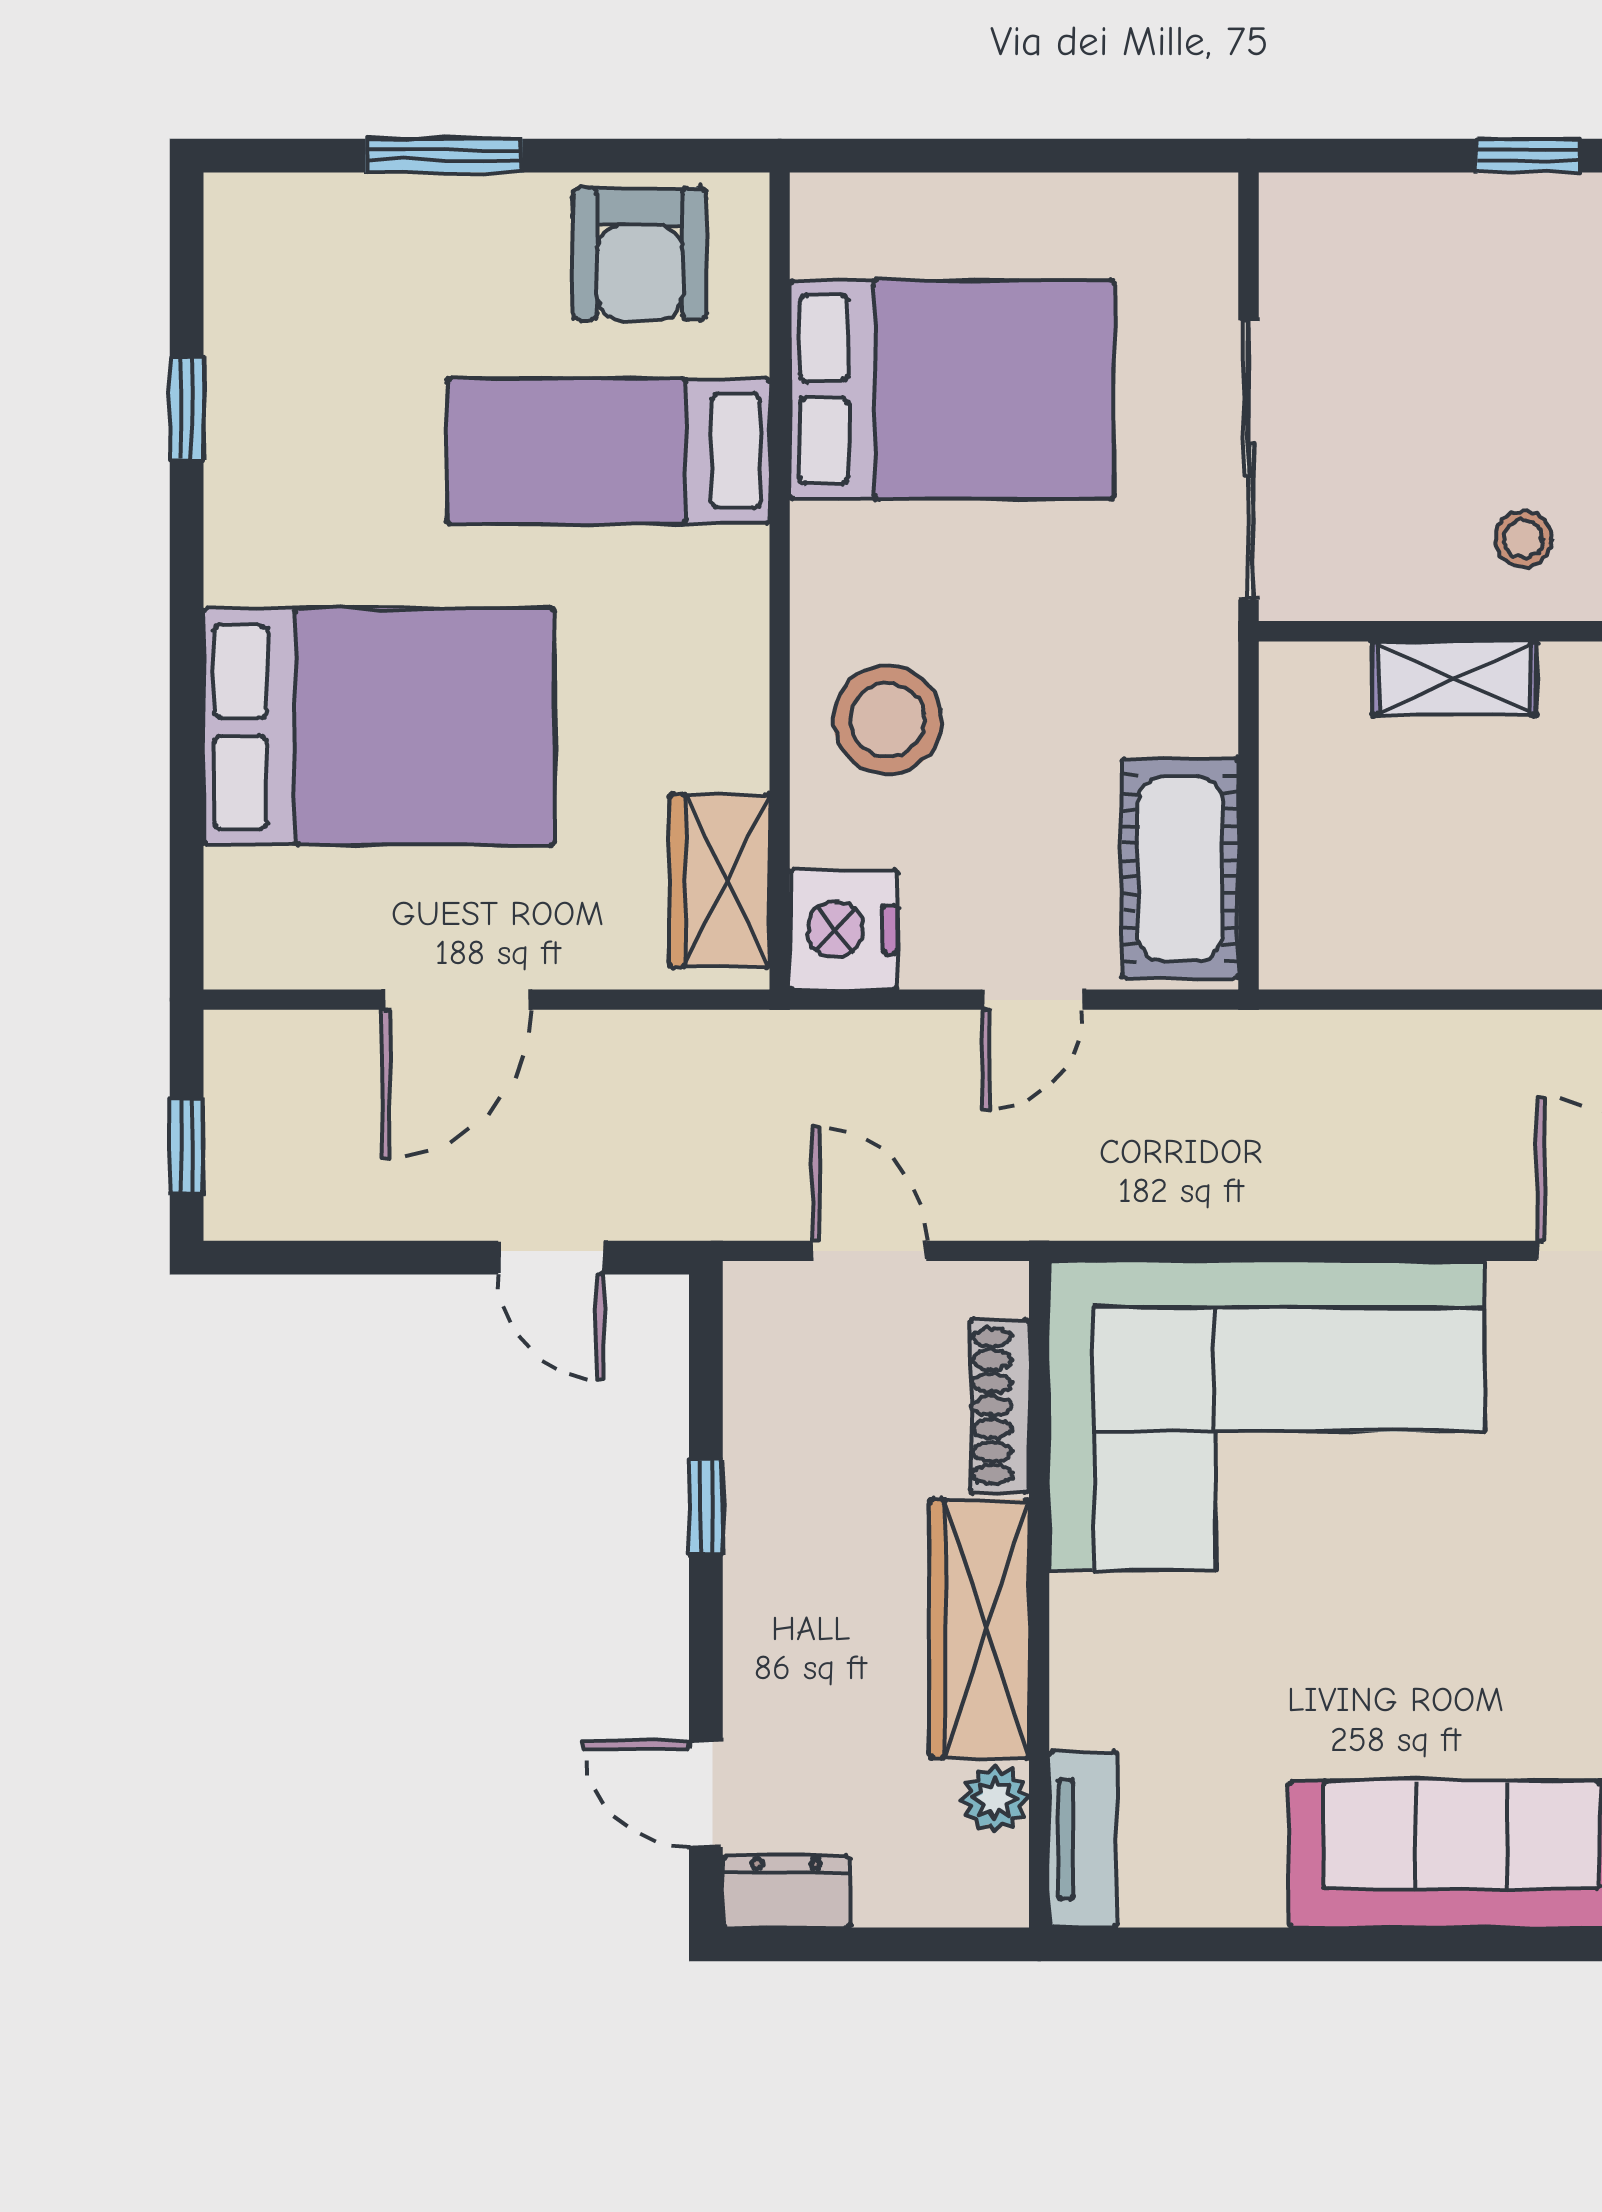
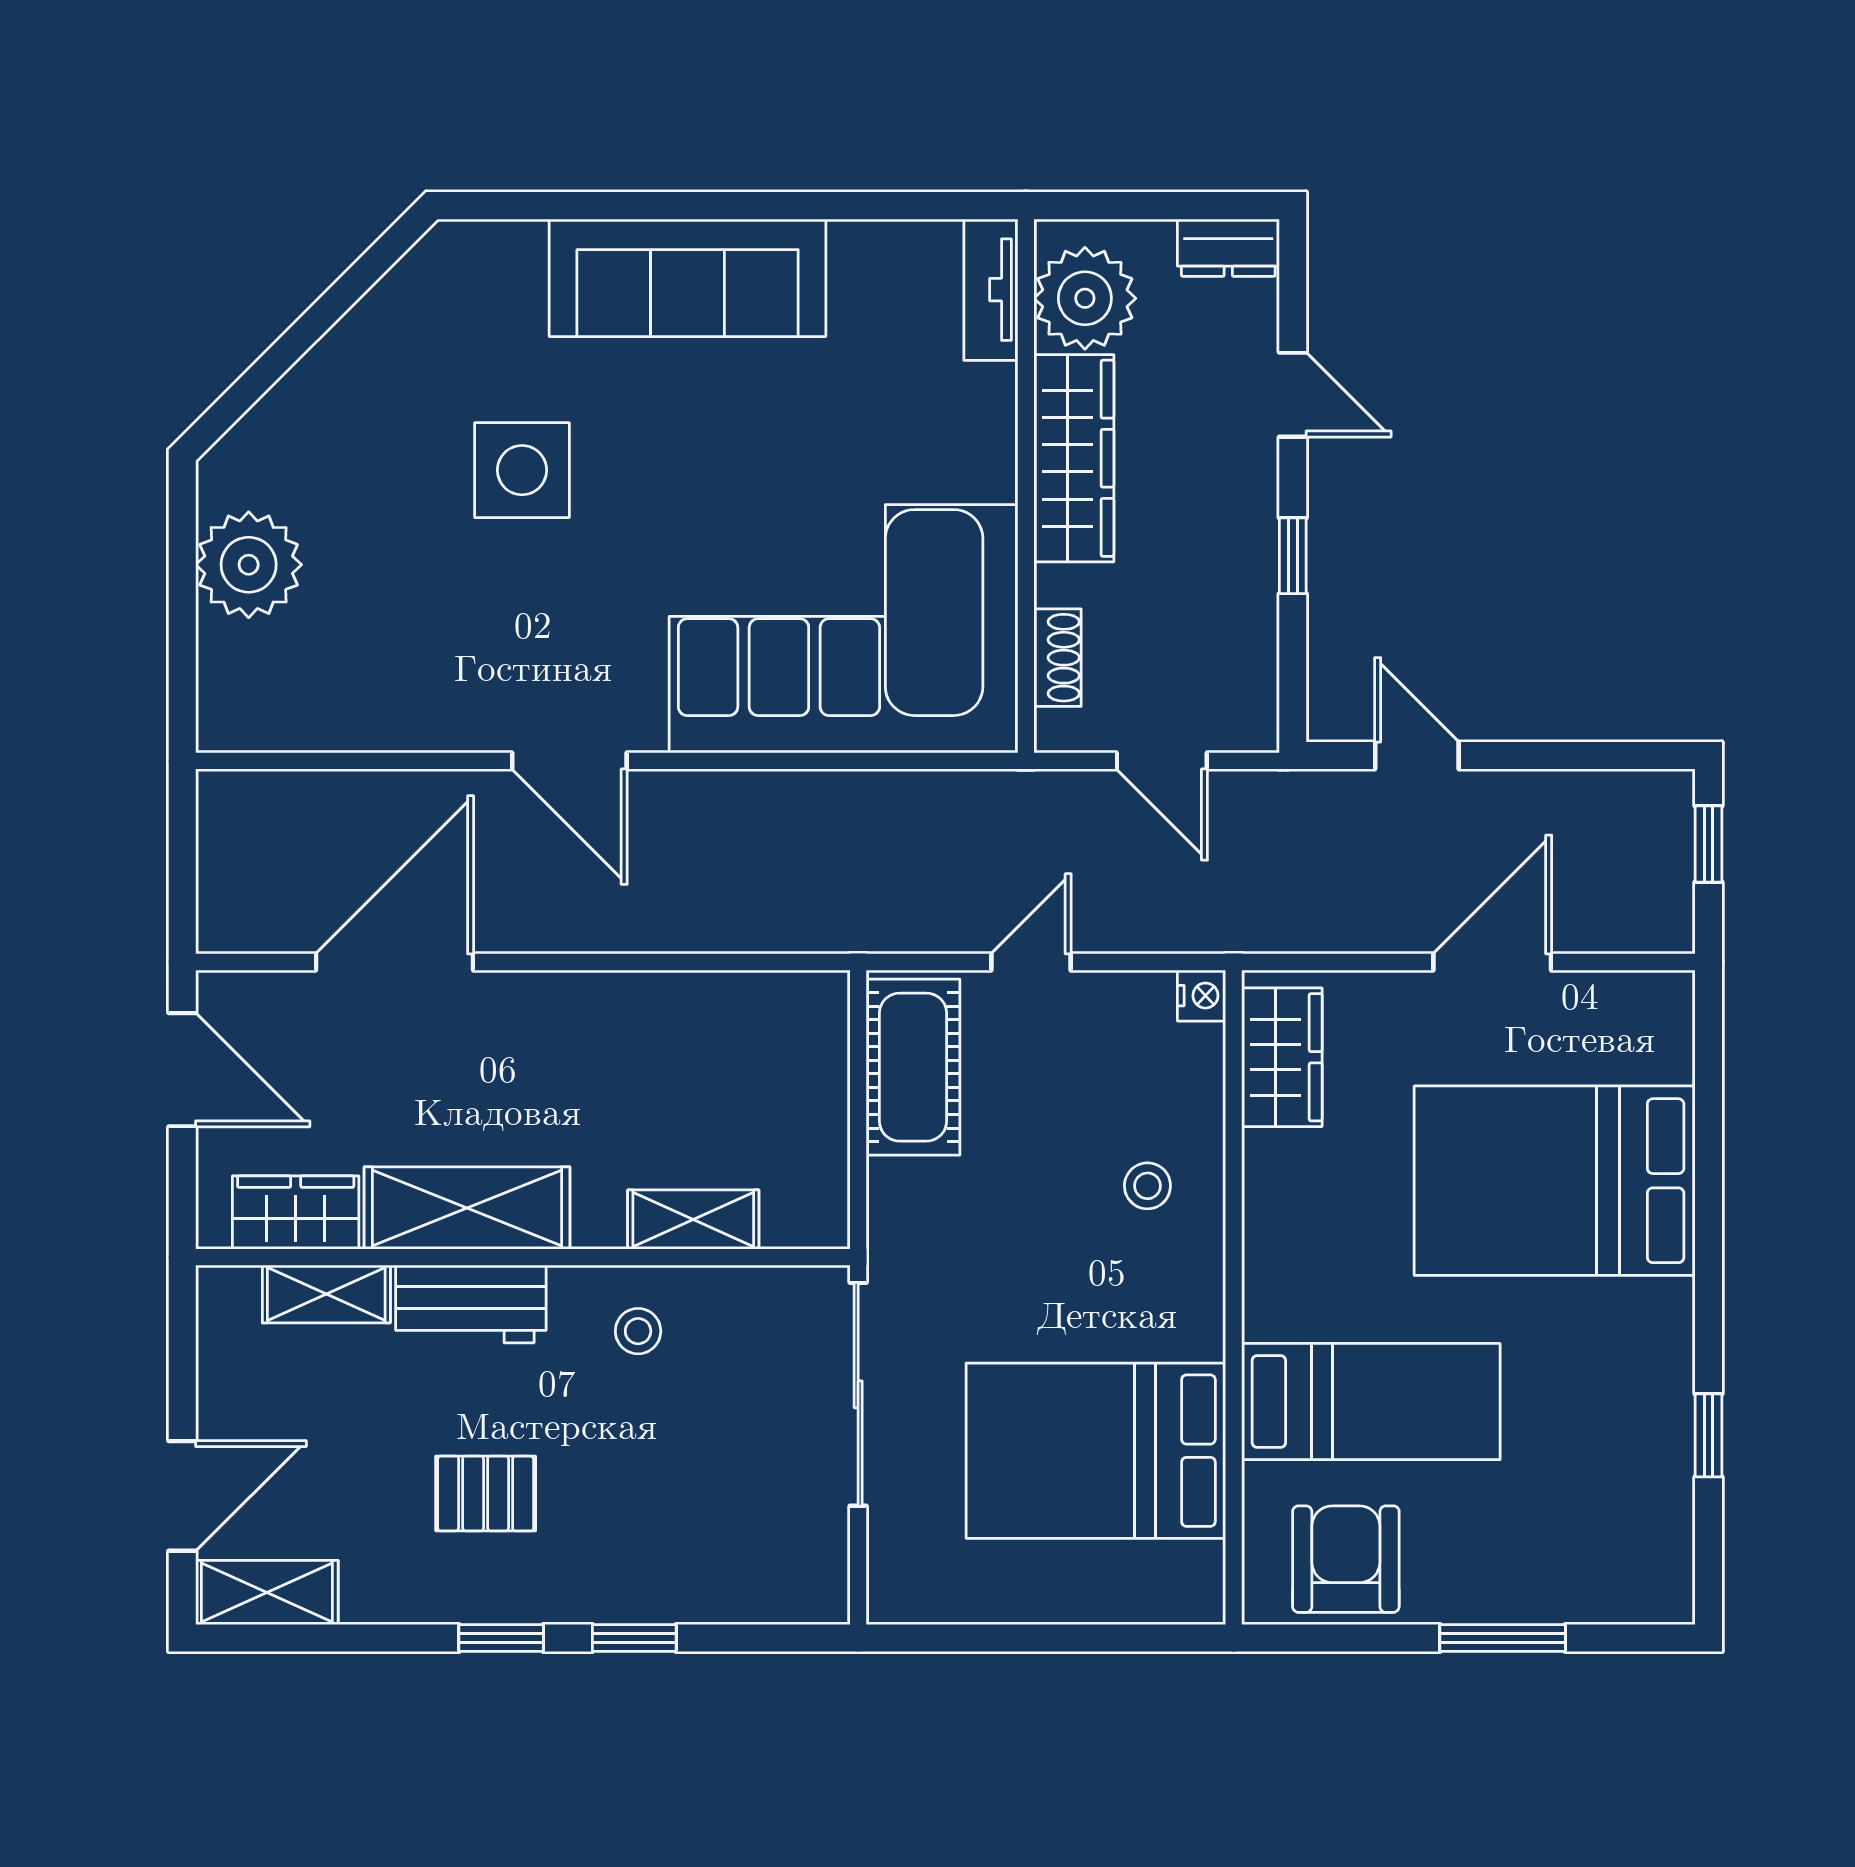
stool: (887, 720) -> (1147, 1186), width x0.53, depth x0.53
nightstand: (844, 929) -> (1202, 996), width x0.53, depth x0.56
shoe rack: (1000, 1406) -> (1058, 658), width x0.70
door: (706, 1794) -> (1293, 395), moved
plant: (995, 1799) -> (1085, 298), width x1.88, depth x1.88

